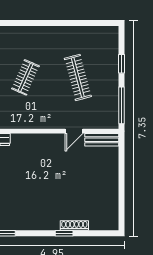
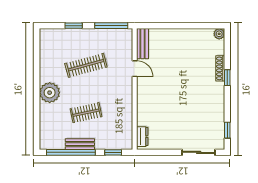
plant: (48, 37) -> (50, 93), added
clothes rail: (26, 77) -> (86, 113), turned -36
plant: (112, 224) -> (219, 34), added

